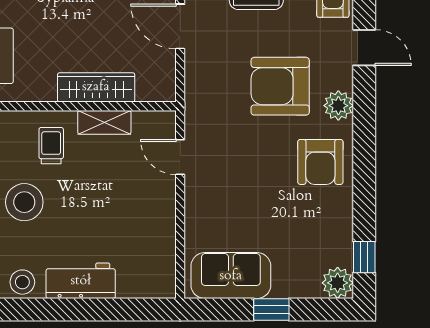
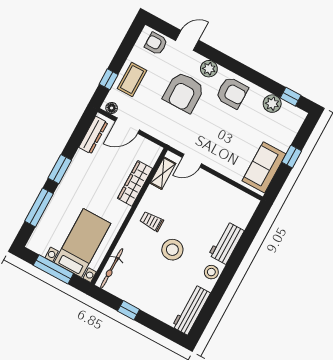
shelving: (104, 122) -> (163, 173), moved
plant: (338, 283) -> (272, 104), moved

